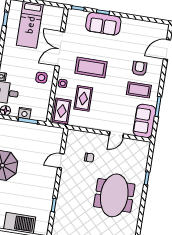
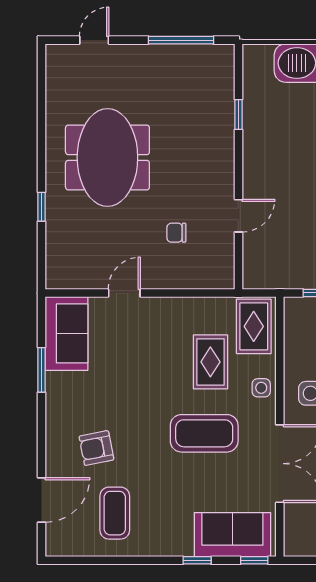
sofa: (103, 24) -> (232, 535), moved
armchair: (139, 68) -> (96, 448), turned 79
coffee table: (139, 90) -> (115, 513), moved, turned 90

